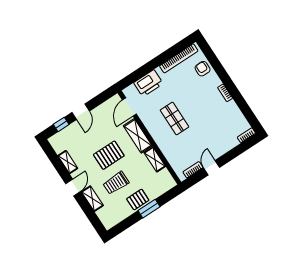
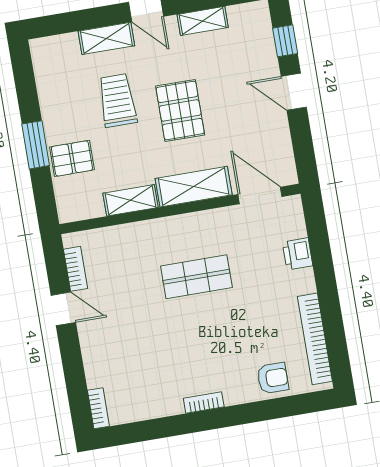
printer: (148, 83) -> (298, 254), width x0.53, depth x0.68
pallet: (138, 200) -> (72, 158), moved, turned 90

